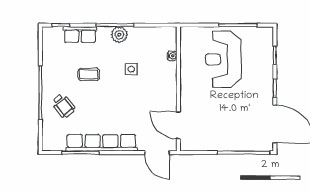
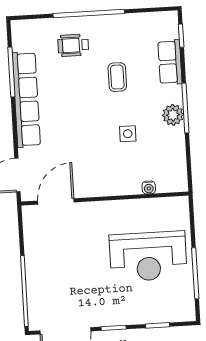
reception desk: (223, 59) -> (148, 256), turned 180
wheelchair: (63, 106) -> (73, 45), turned 38

